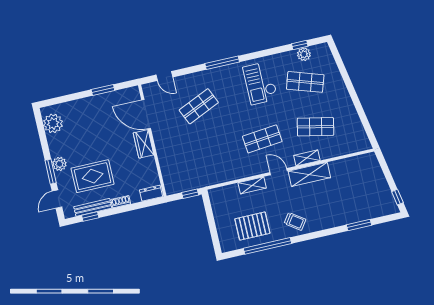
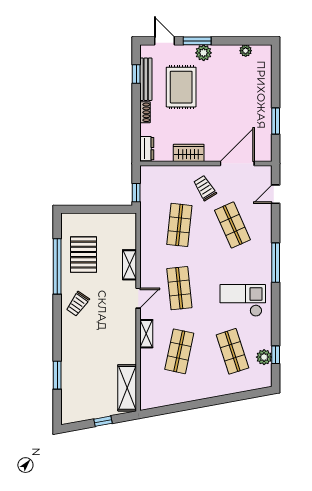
shop shelf: (305, 82) -> (232, 351), turned -36
plant: (53, 123) -> (246, 51), width x0.53, depth x0.53
trolley: (173, 137) -> (205, 188), added
wardrobe: (144, 144) -> (189, 153), moved
shop shelf: (209, 151) -> (179, 225), added
shelving: (309, 174) -> (127, 388), moved
window: (397, 197) -> (103, 421), moved

